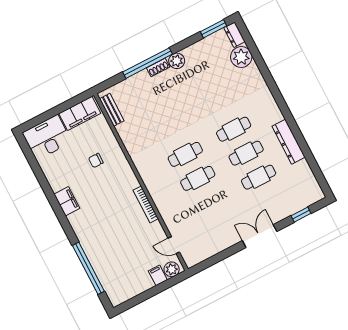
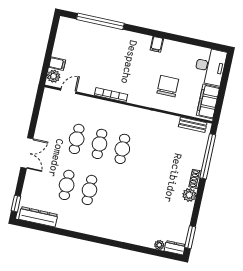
plant: (241, 57) -> (159, 245), width x0.53, depth x0.53
window: (148, 63) -> (208, 156), moved
cafe table: (234, 129) -> (77, 139), moved
dresser: (289, 142) -> (38, 217), moved
chair: (96, 160) -> (168, 86), width x1.87, depth x1.87
filing cabinet: (67, 201) -> (157, 44), width x0.50
window: (301, 215) -> (16, 204), moved

